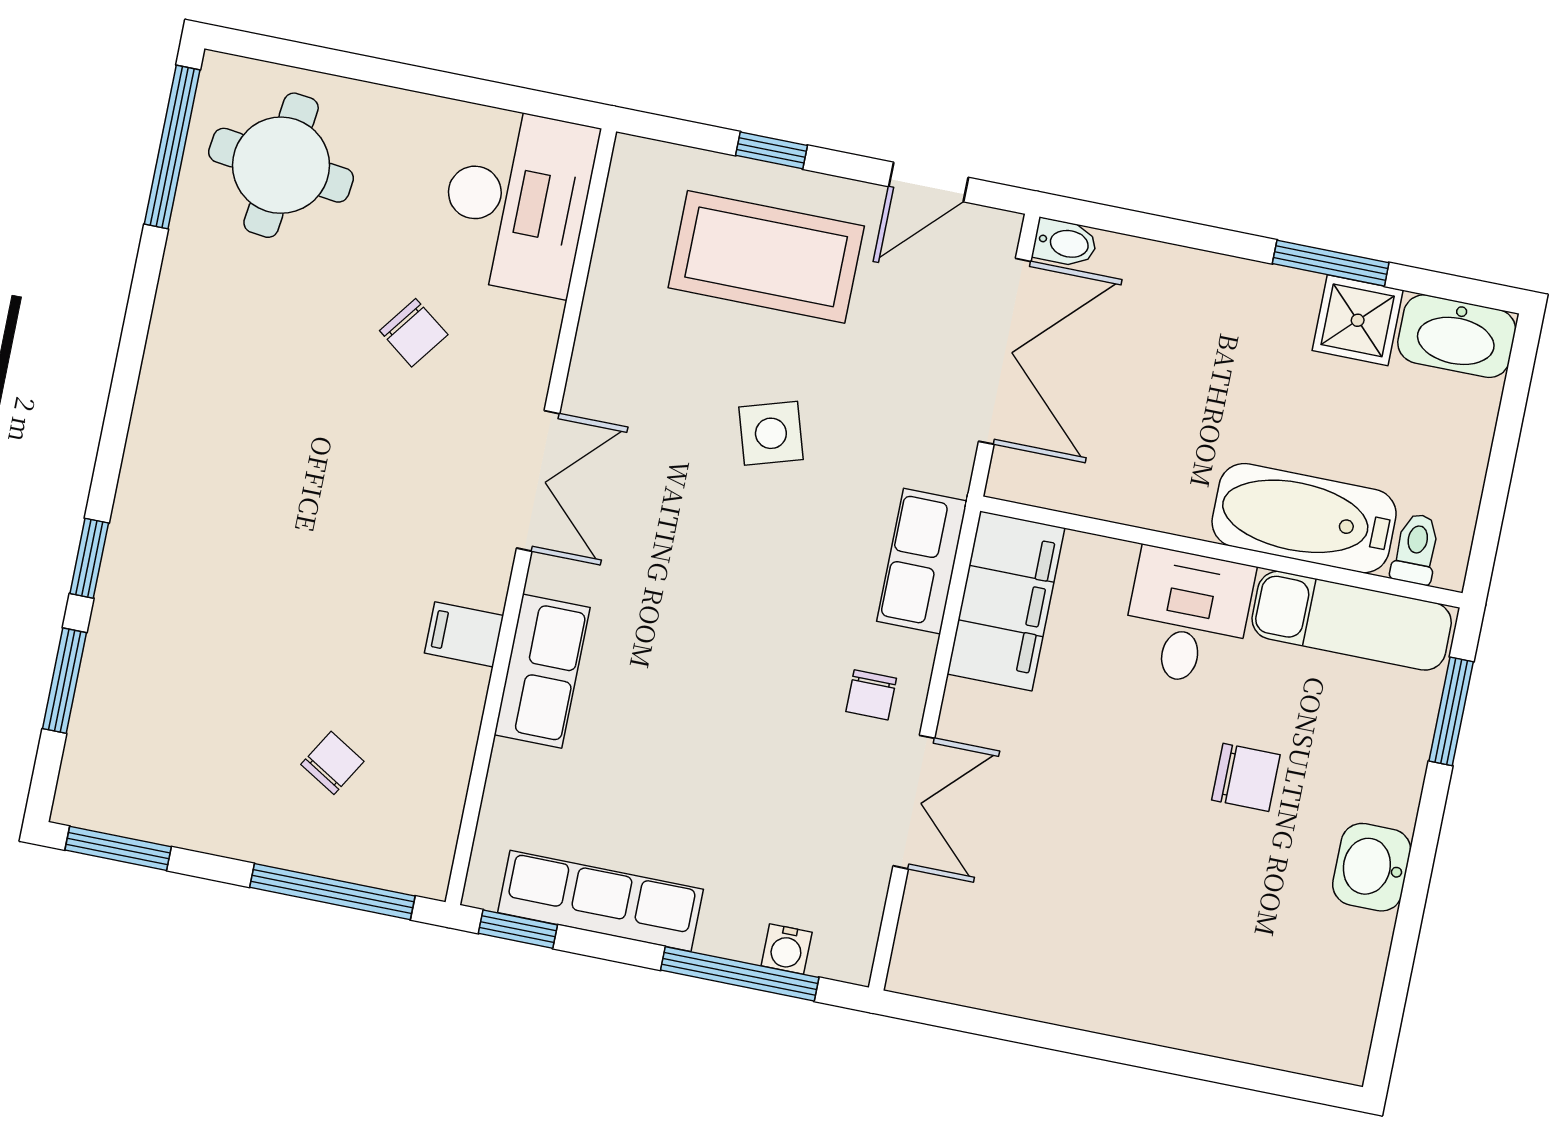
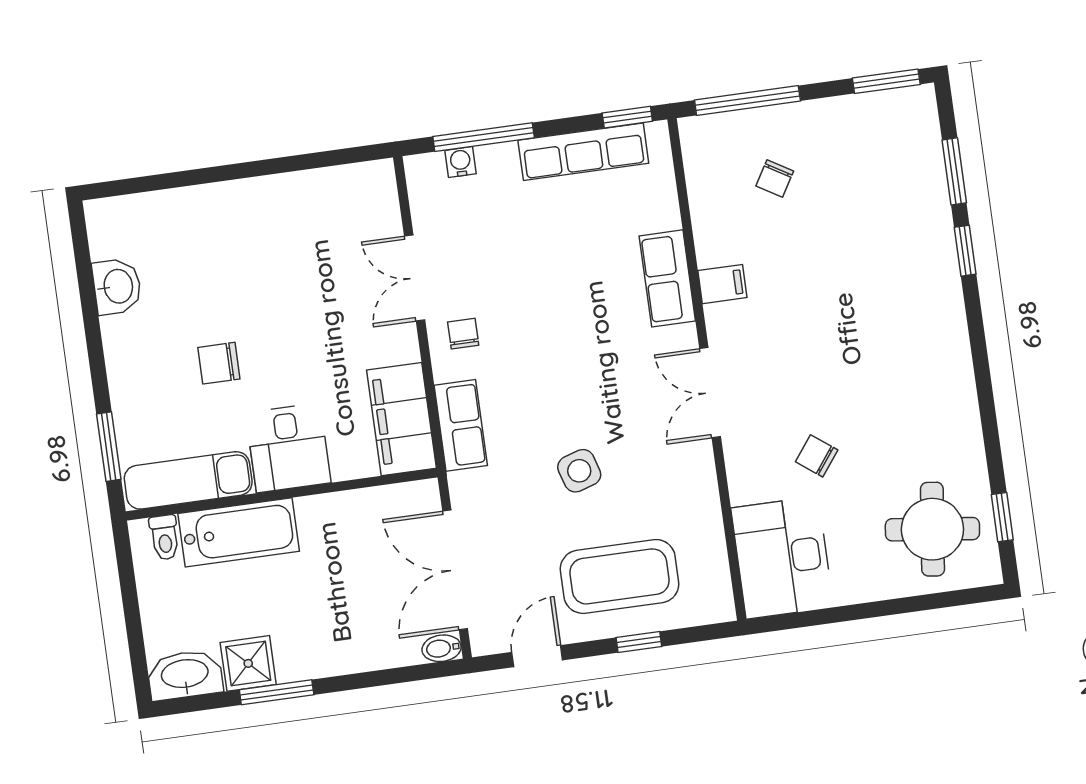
window: (172, 147) -> (1002, 517), width x0.46
washbasin: (1372, 867) -> (117, 286), moved

